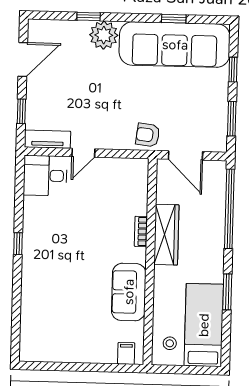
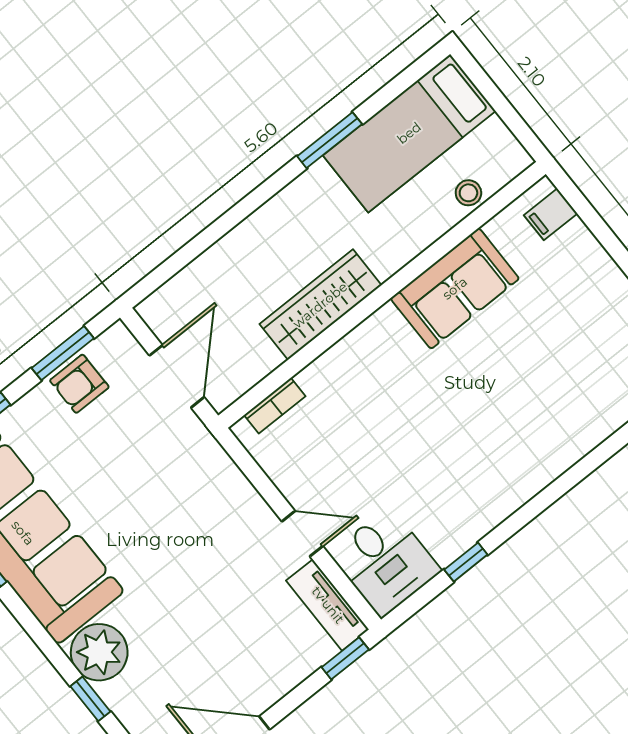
window: (21, 111) -> (345, 658), moved
armchair: (148, 135) -> (79, 384), moved, turned 83
window: (229, 209) -> (202, 242), removed
bookcase: (141, 231) -> (275, 406), moved
window: (18, 244) -> (466, 562), moved
stool: (170, 343) -> (468, 193), moved

